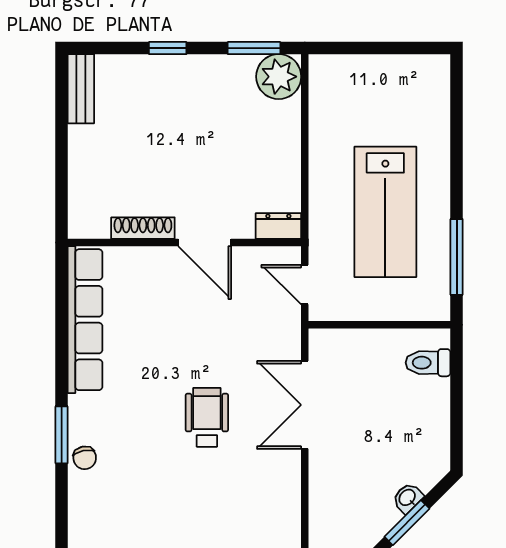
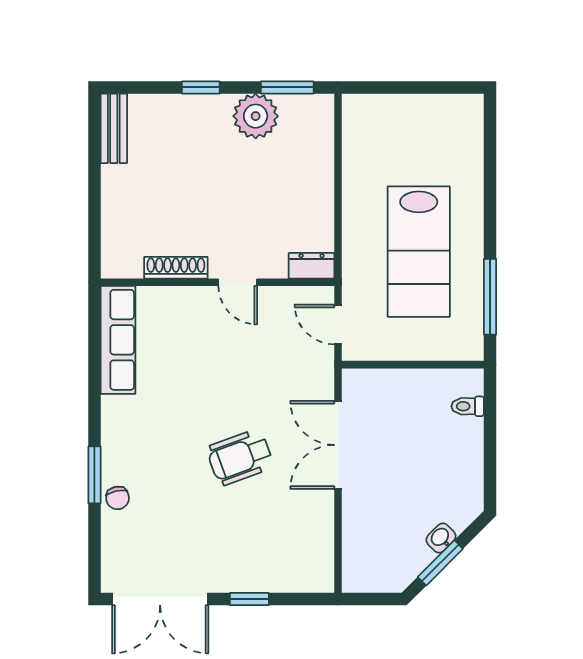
plant: (279, 77) -> (256, 116), moved
door: (205, 242) -> (238, 282), width x0.73
row of seats: (85, 320) -> (118, 340), width x0.73
toilet: (428, 363) -> (468, 406), width x0.73, depth x0.72
wheelchair: (207, 417) -> (240, 457), turned -110

